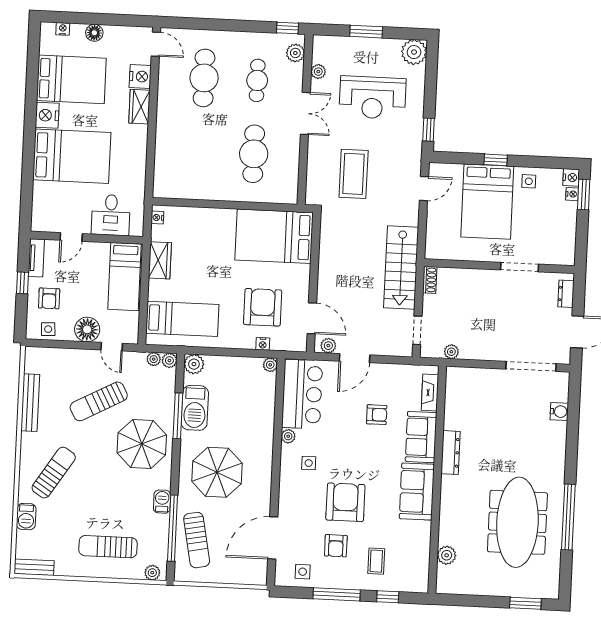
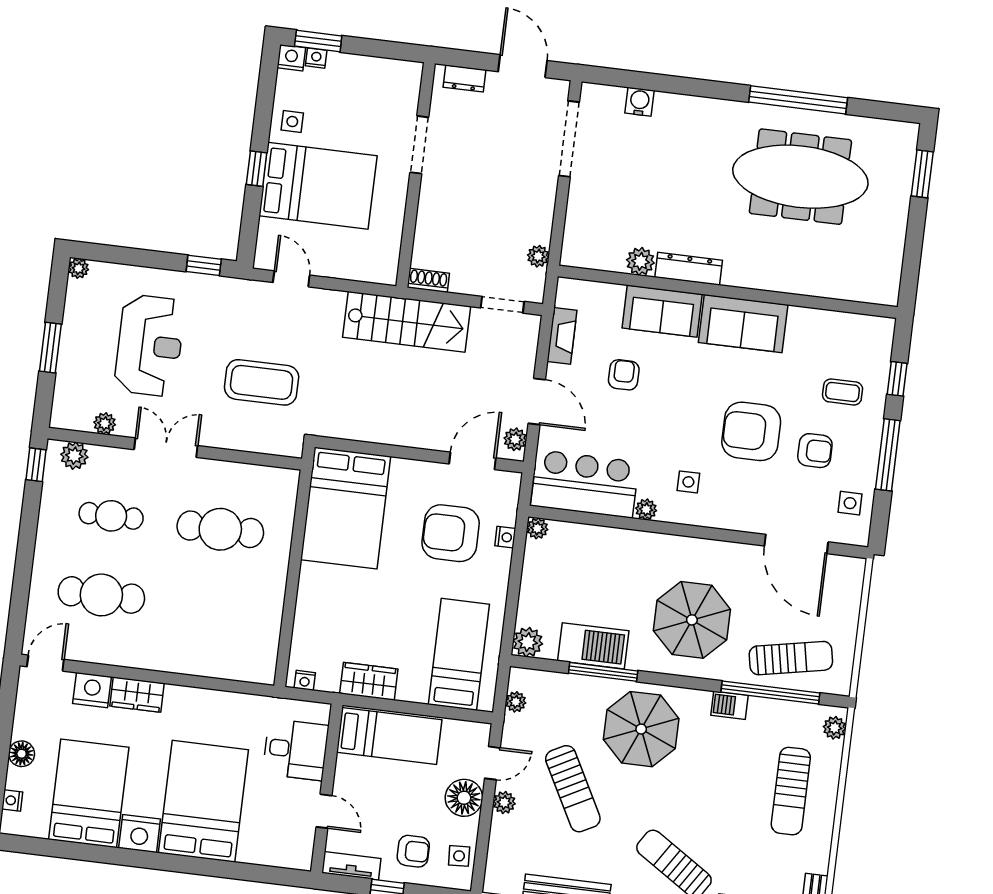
plant: (414, 52) -> (79, 268), width x0.53, depth x0.53
plant: (169, 360) -> (504, 802), moved
fireplace: (430, 393) -> (562, 336), moved, turned -90
plant: (447, 555) -> (640, 261), moved

